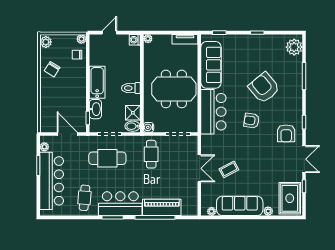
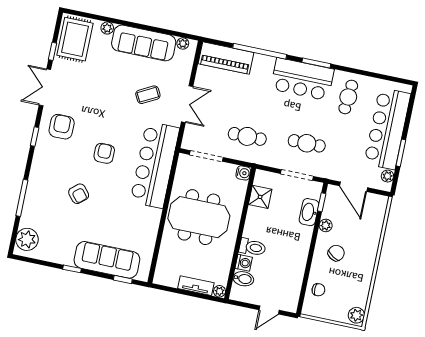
plant: (81, 39) -> (326, 225), moved
tv unit: (185, 39) -> (196, 286), moved
washing machine: (135, 40) -> (244, 263), moved
sofa: (211, 65) -> (107, 260), moved, turned 90
chair: (52, 69) -> (336, 253), moved
bathtub: (97, 82) -> (299, 247), removed
toilet: (131, 88) -> (252, 247), moved
armchair: (264, 88) -> (79, 194), width x0.53, depth x0.53
bar counter: (213, 112) -> (155, 165), width x1.36
armchair: (252, 121) -> (104, 153), turned -98
bidet: (133, 126) -> (243, 279), moved
cafe table: (151, 154) -> (247, 136), turned 90
cafe table: (107, 158) -> (307, 143), width x0.73, depth x0.74
double door: (199, 168) -> (187, 104), swing flipped
piano: (162, 207) -> (226, 58), moved

